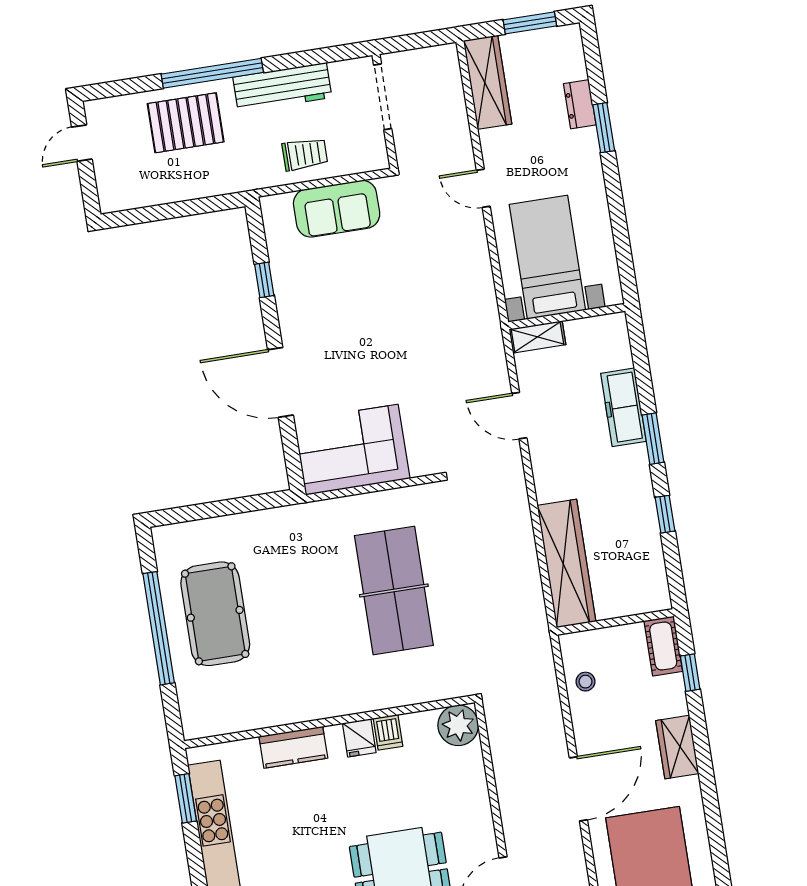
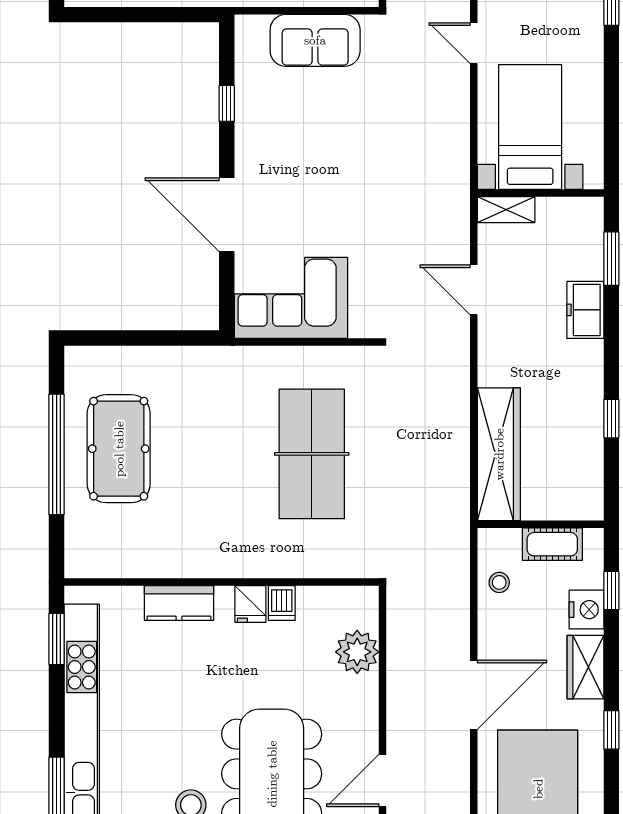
freezer: (623, 407) -> (585, 310), width x0.71
window: (653, 439) -> (611, 259), moved
cot: (663, 646) -> (552, 544), moved, turned 90
nightstand: (670, 694) -> (586, 610), added
plant: (458, 725) -> (357, 652), moved
window: (710, 801) -> (611, 730), added

